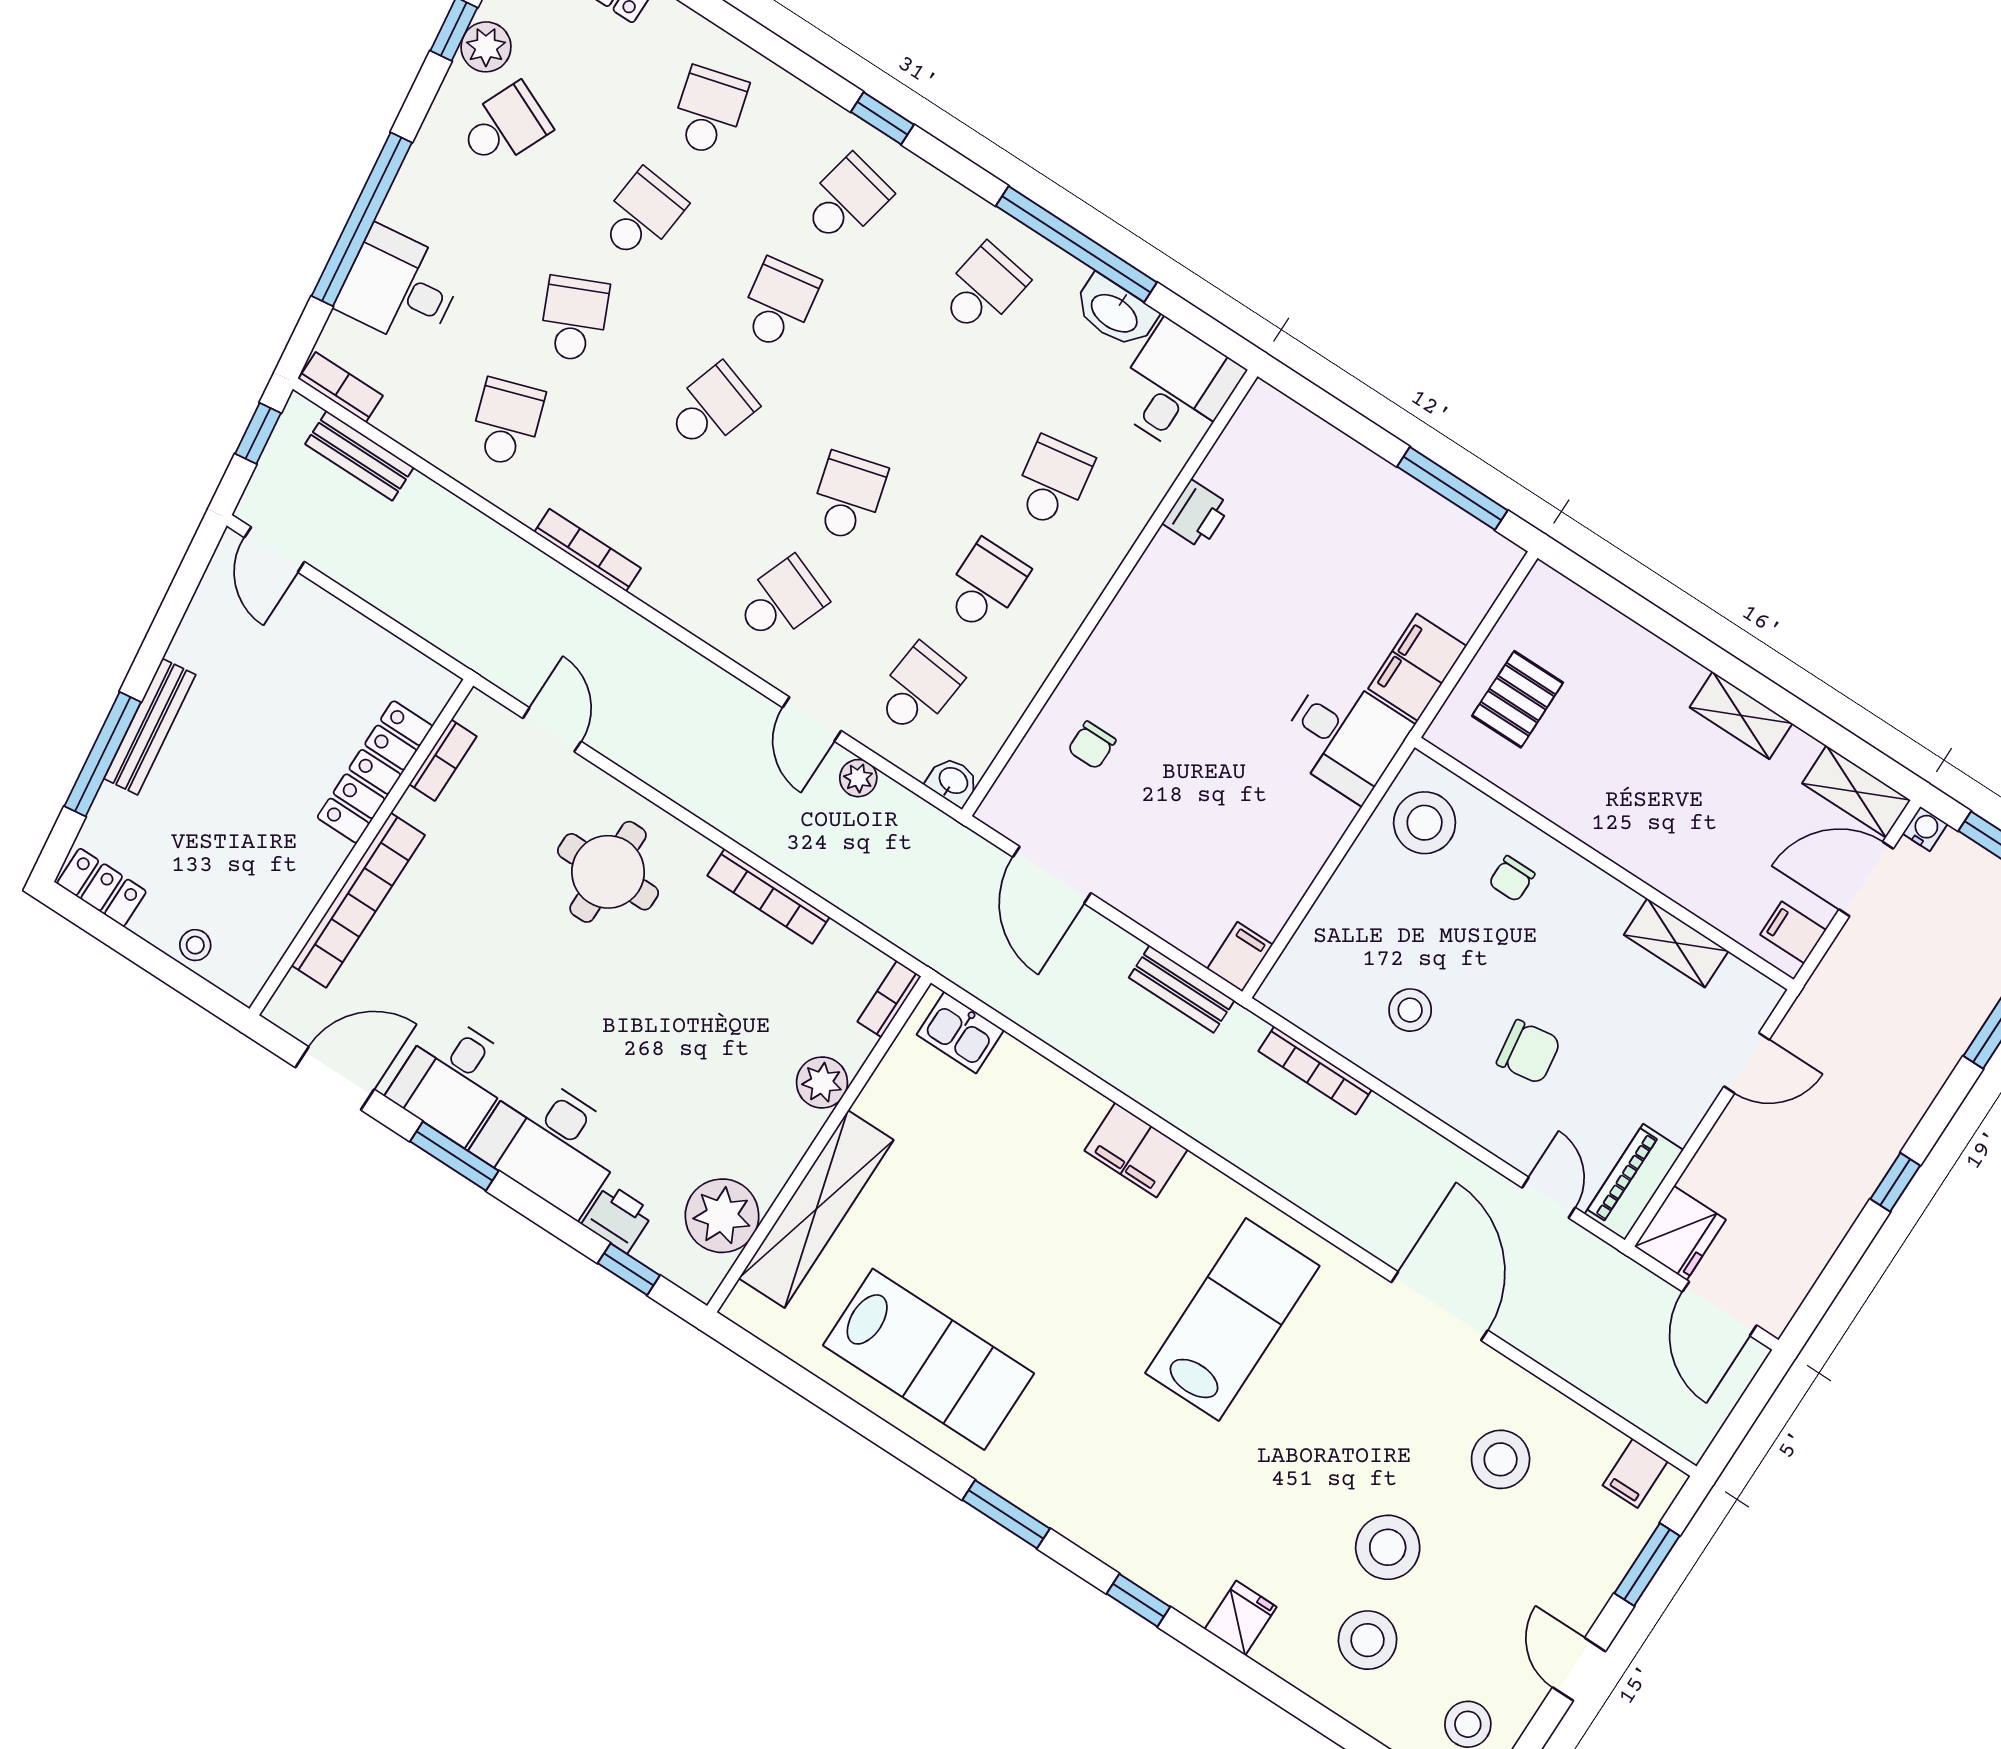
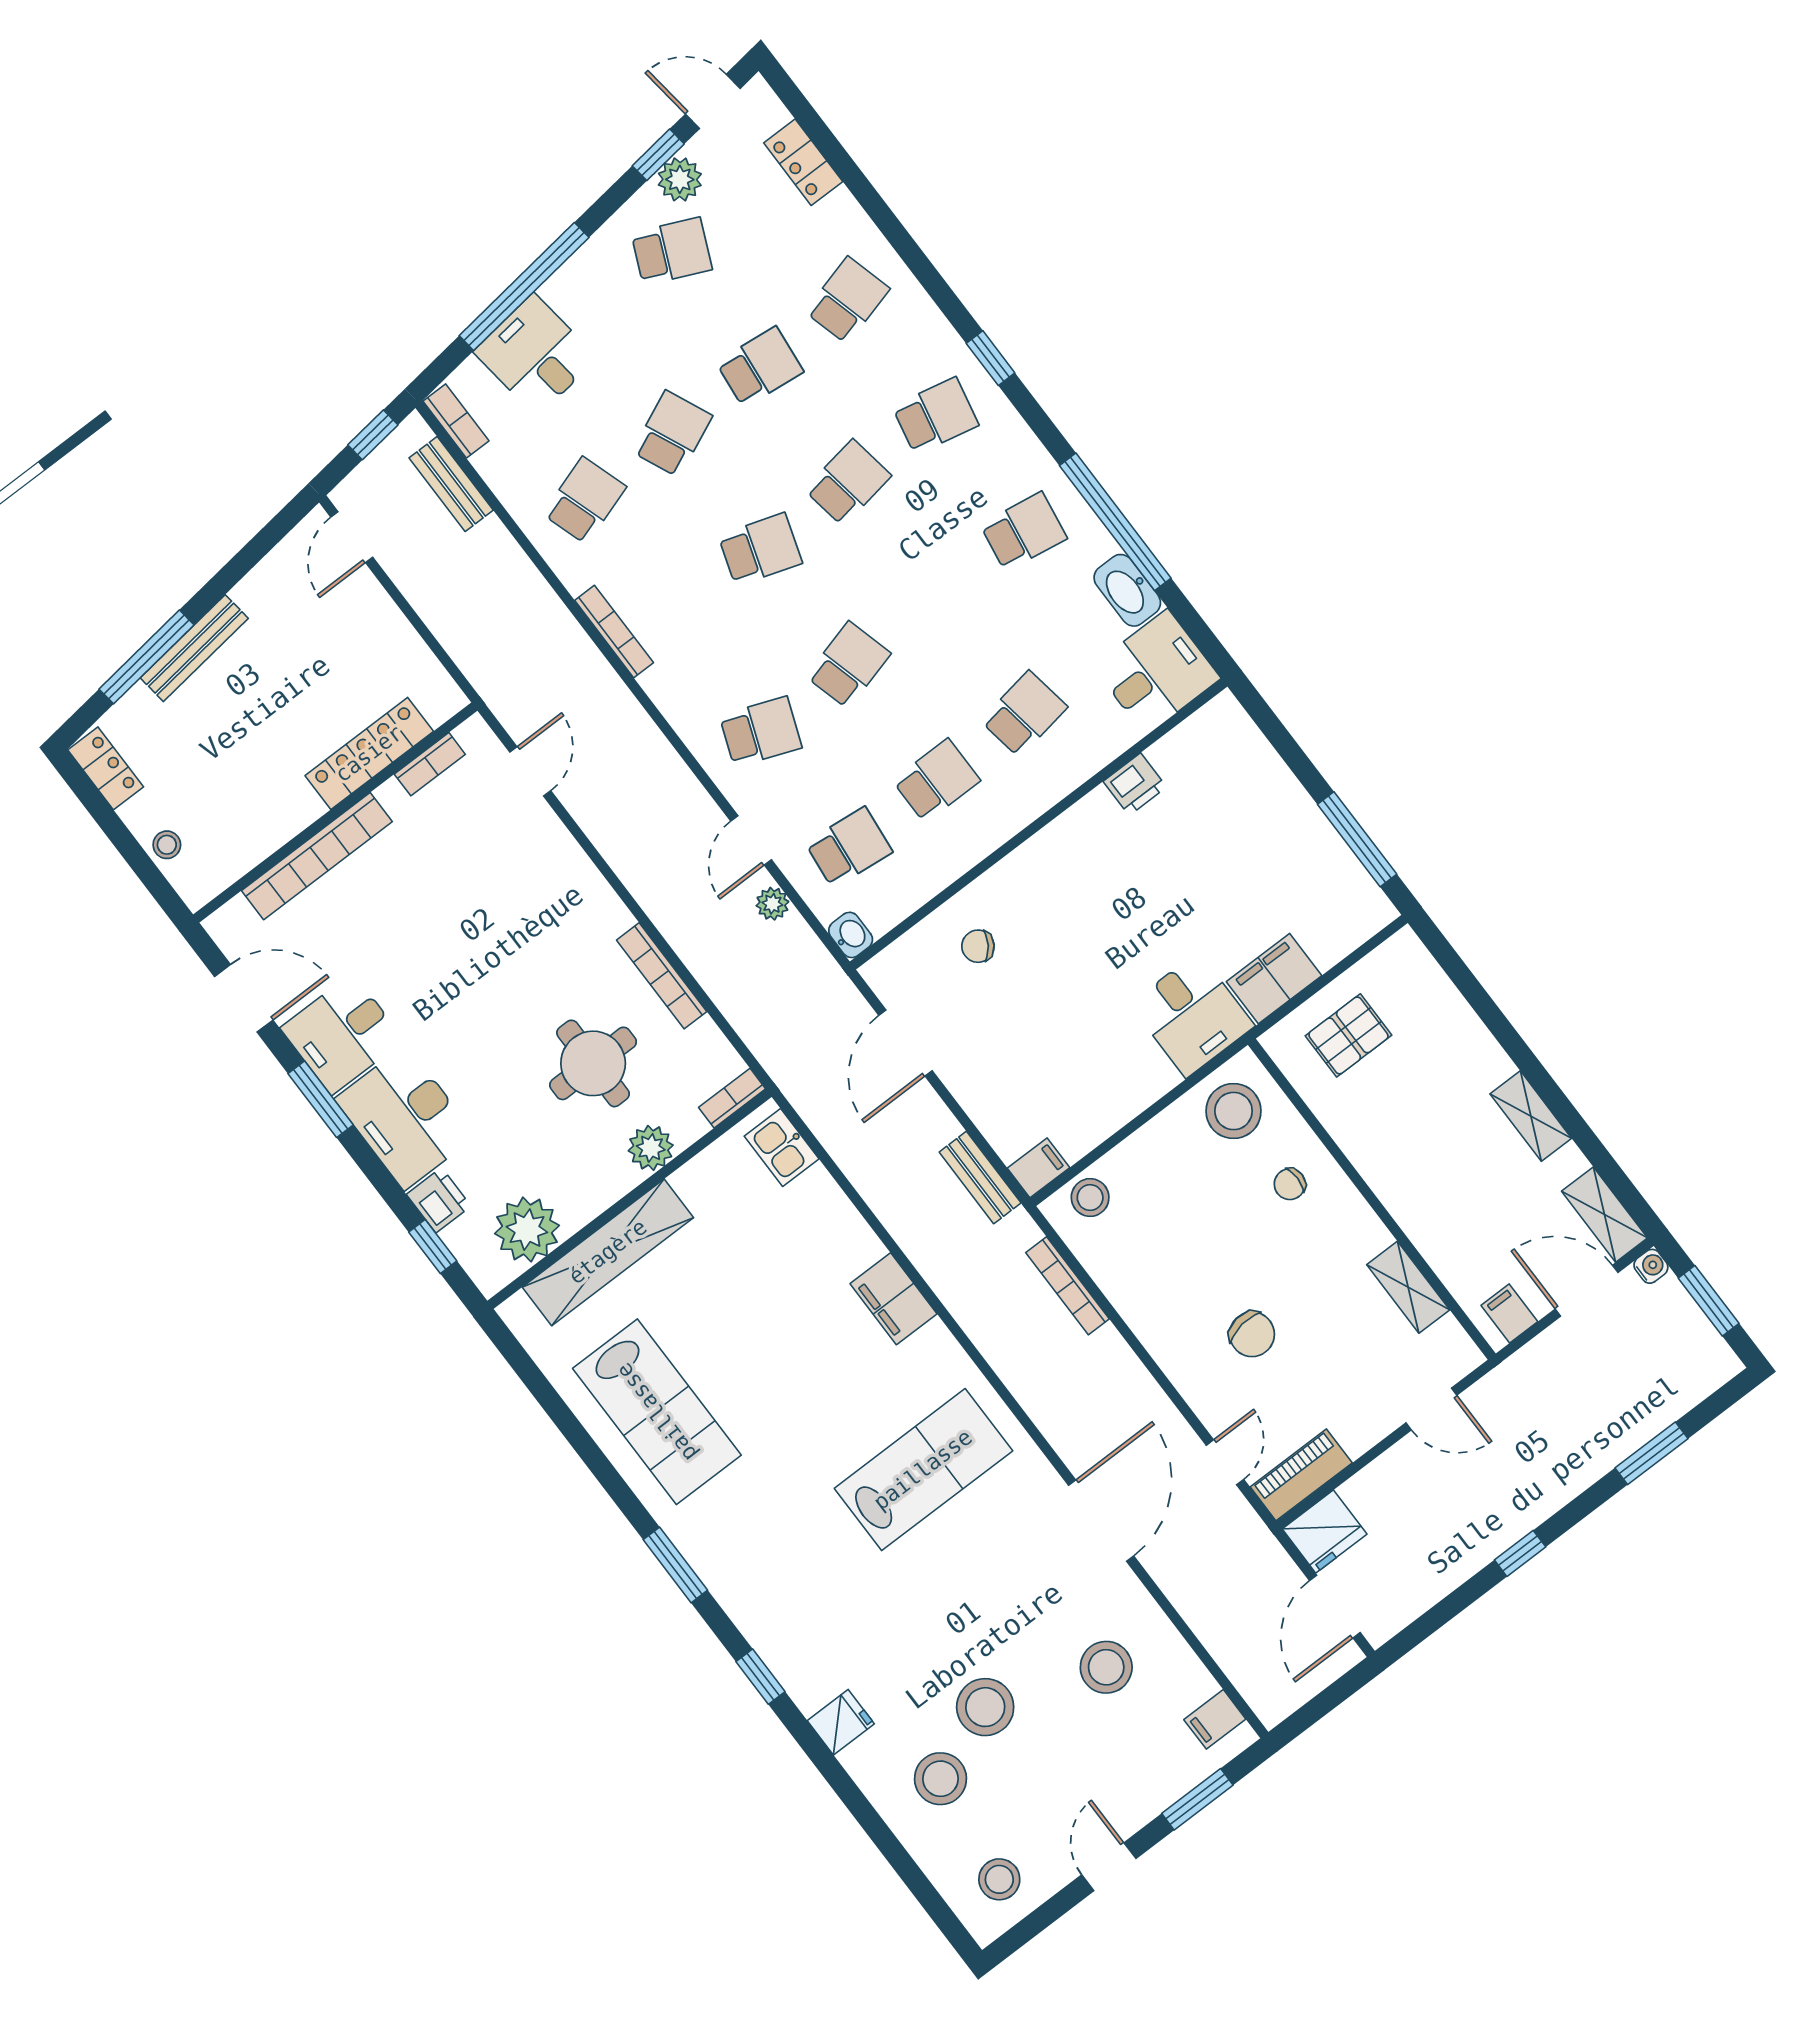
chair: (1092, 745) -> (978, 946), turned 34
round table: (608, 872) -> (593, 1063), moved
stool: (1410, 1010) -> (1090, 1198), moved

